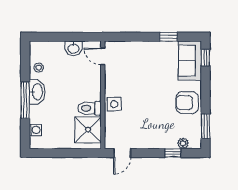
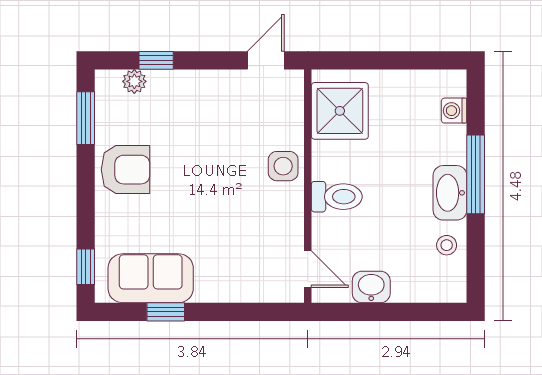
sofa: (190, 61) -> (151, 278), moved, turned -90
toilet: (89, 108) -> (337, 197), moved

